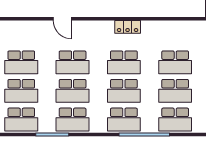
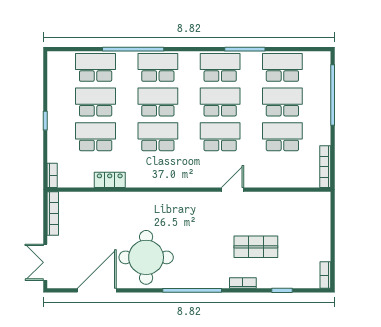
door: (62, 19) -> (233, 190), hinge flipped
locker: (128, 27) -> (110, 180), moved

